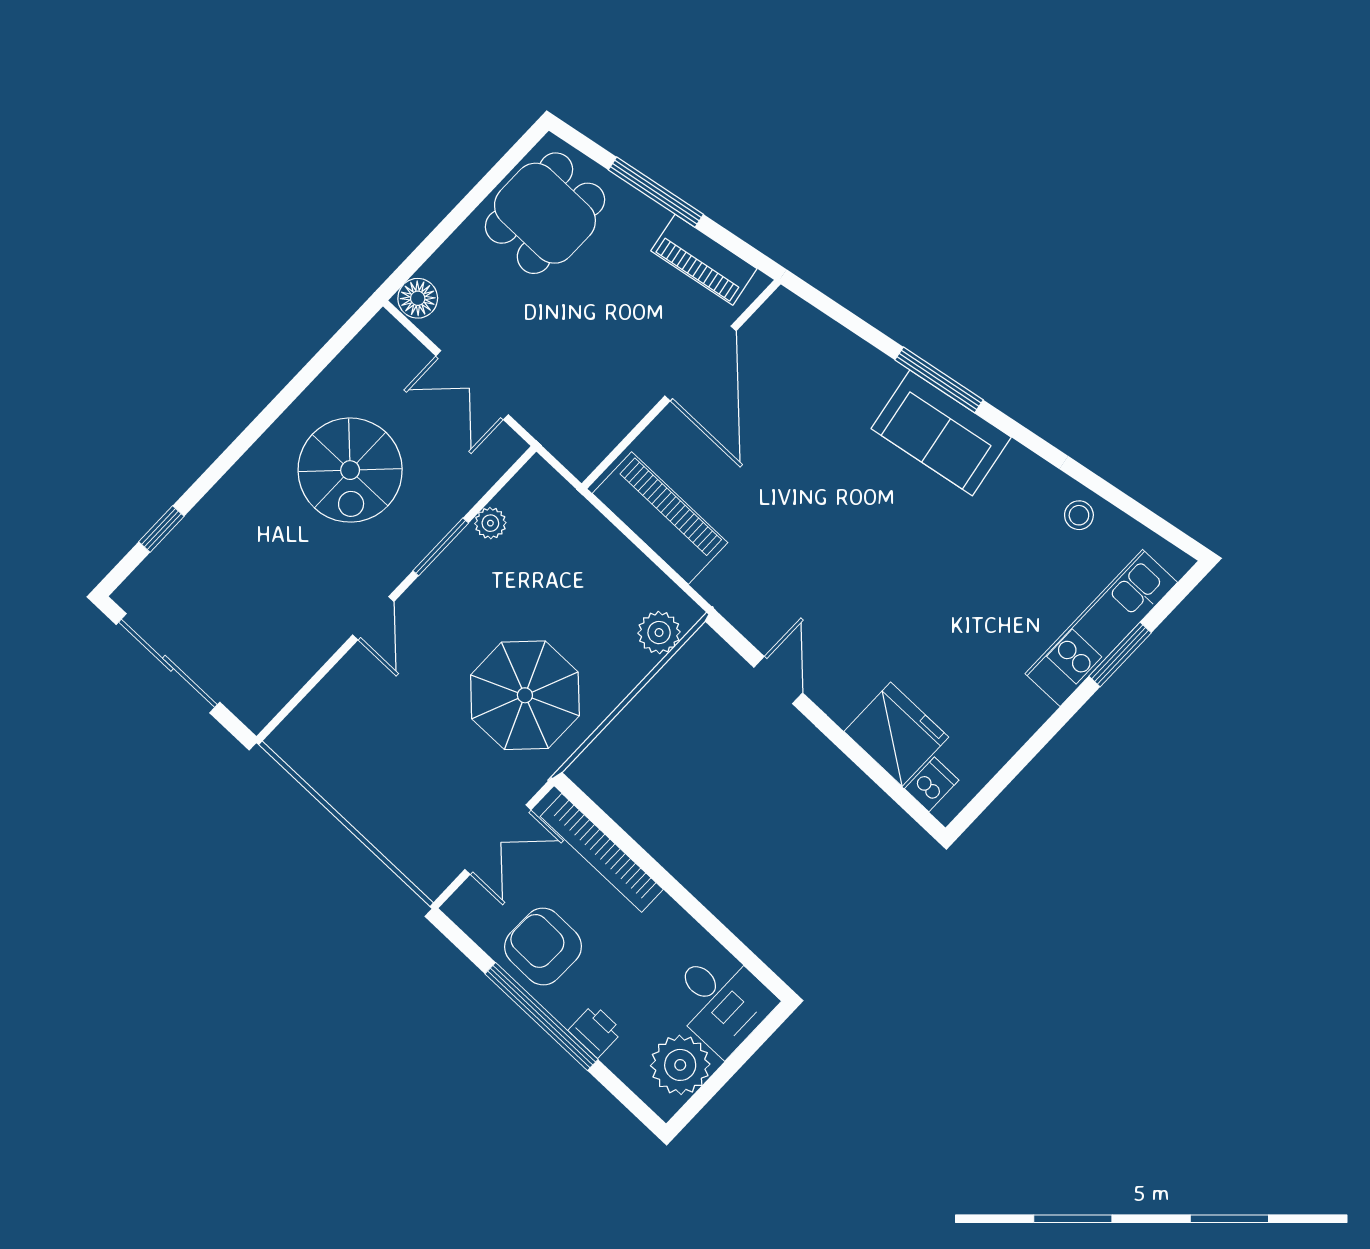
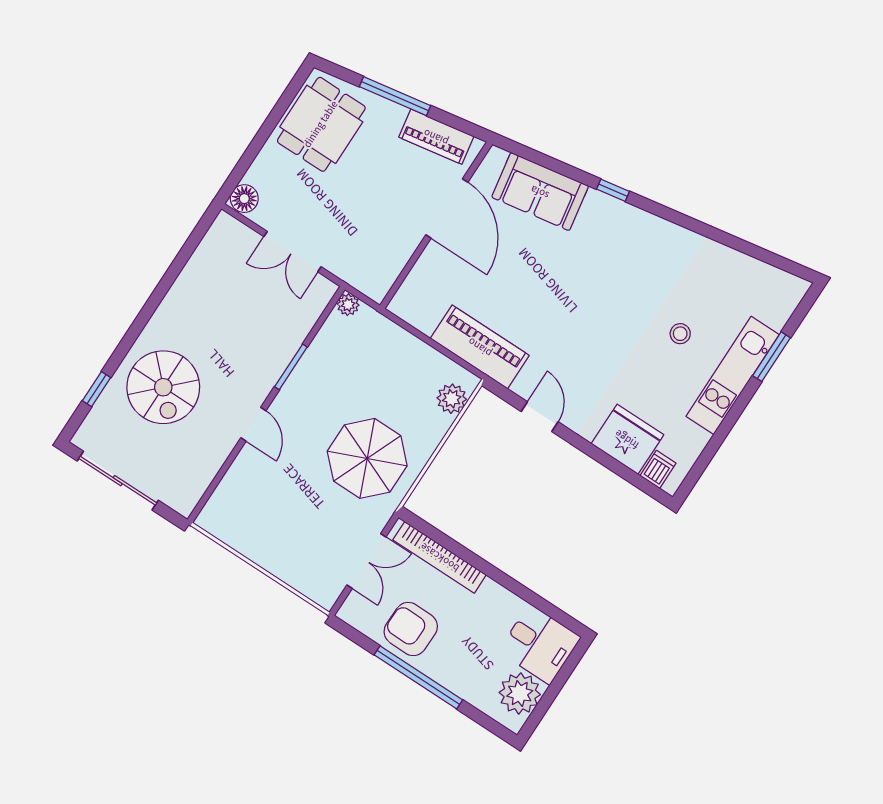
window: (939, 380) -> (613, 190), width x0.46
sofa: (941, 433) -> (540, 192), moved
spiral stairs: (350, 470) -> (163, 387), moved
stool: (1079, 515) -> (680, 334), moved
piano: (660, 518) -> (480, 347), moved
plant: (490, 523) -> (348, 305), moved
kitchen unit: (1101, 628) -> (733, 375), moved
printer: (595, 1031) -> (457, 681), removed

